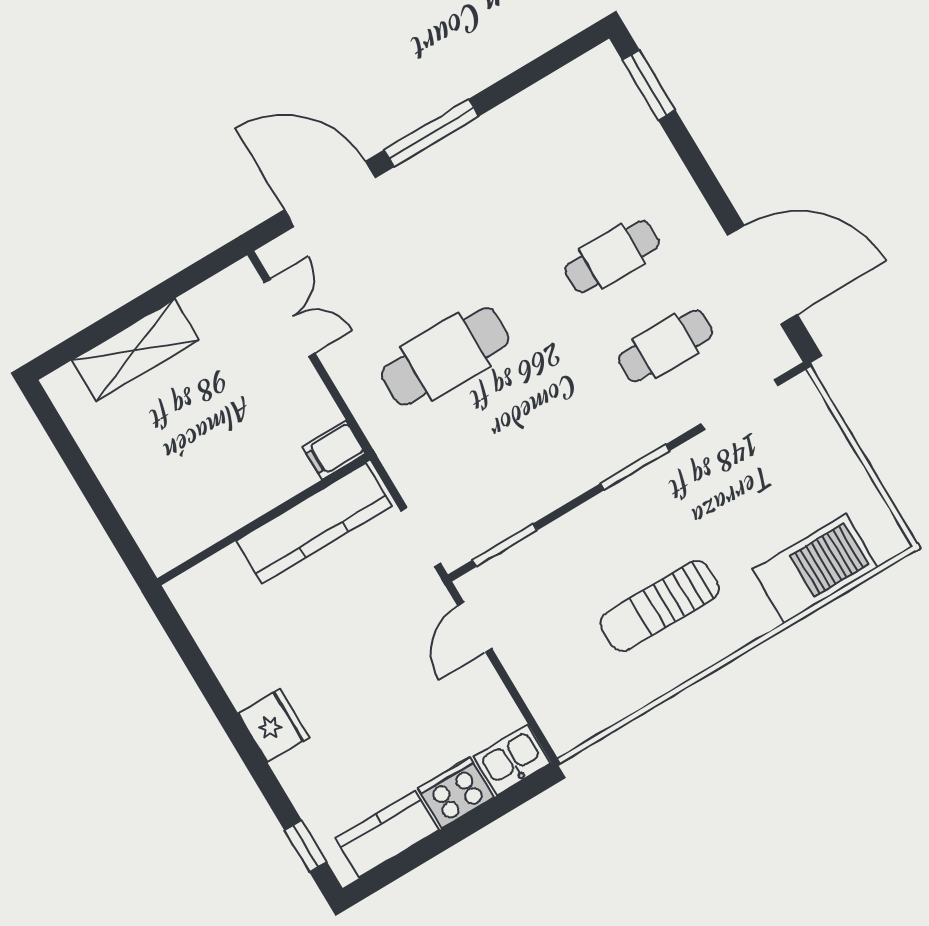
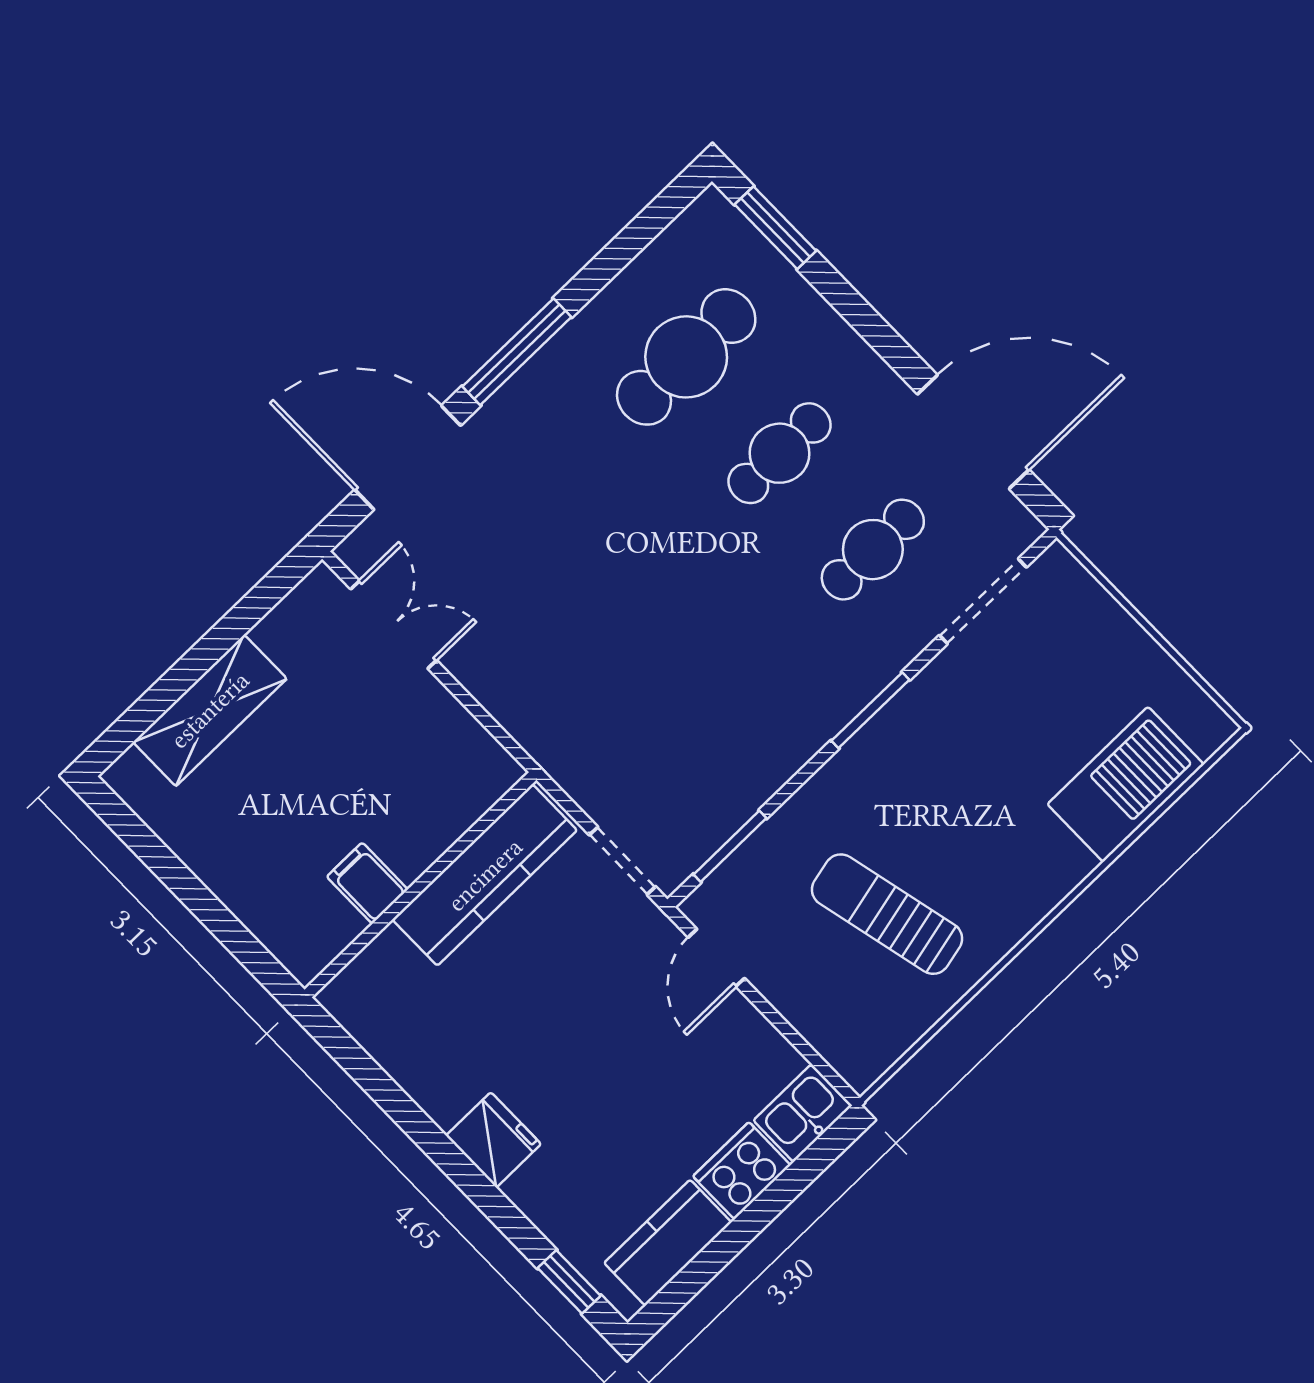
cafe table: (445, 356) -> (686, 357), moved
filing cabinet: (334, 450) -> (367, 883), moved, turned 90
sun lounger: (660, 606) -> (887, 914), moved, turned 77

